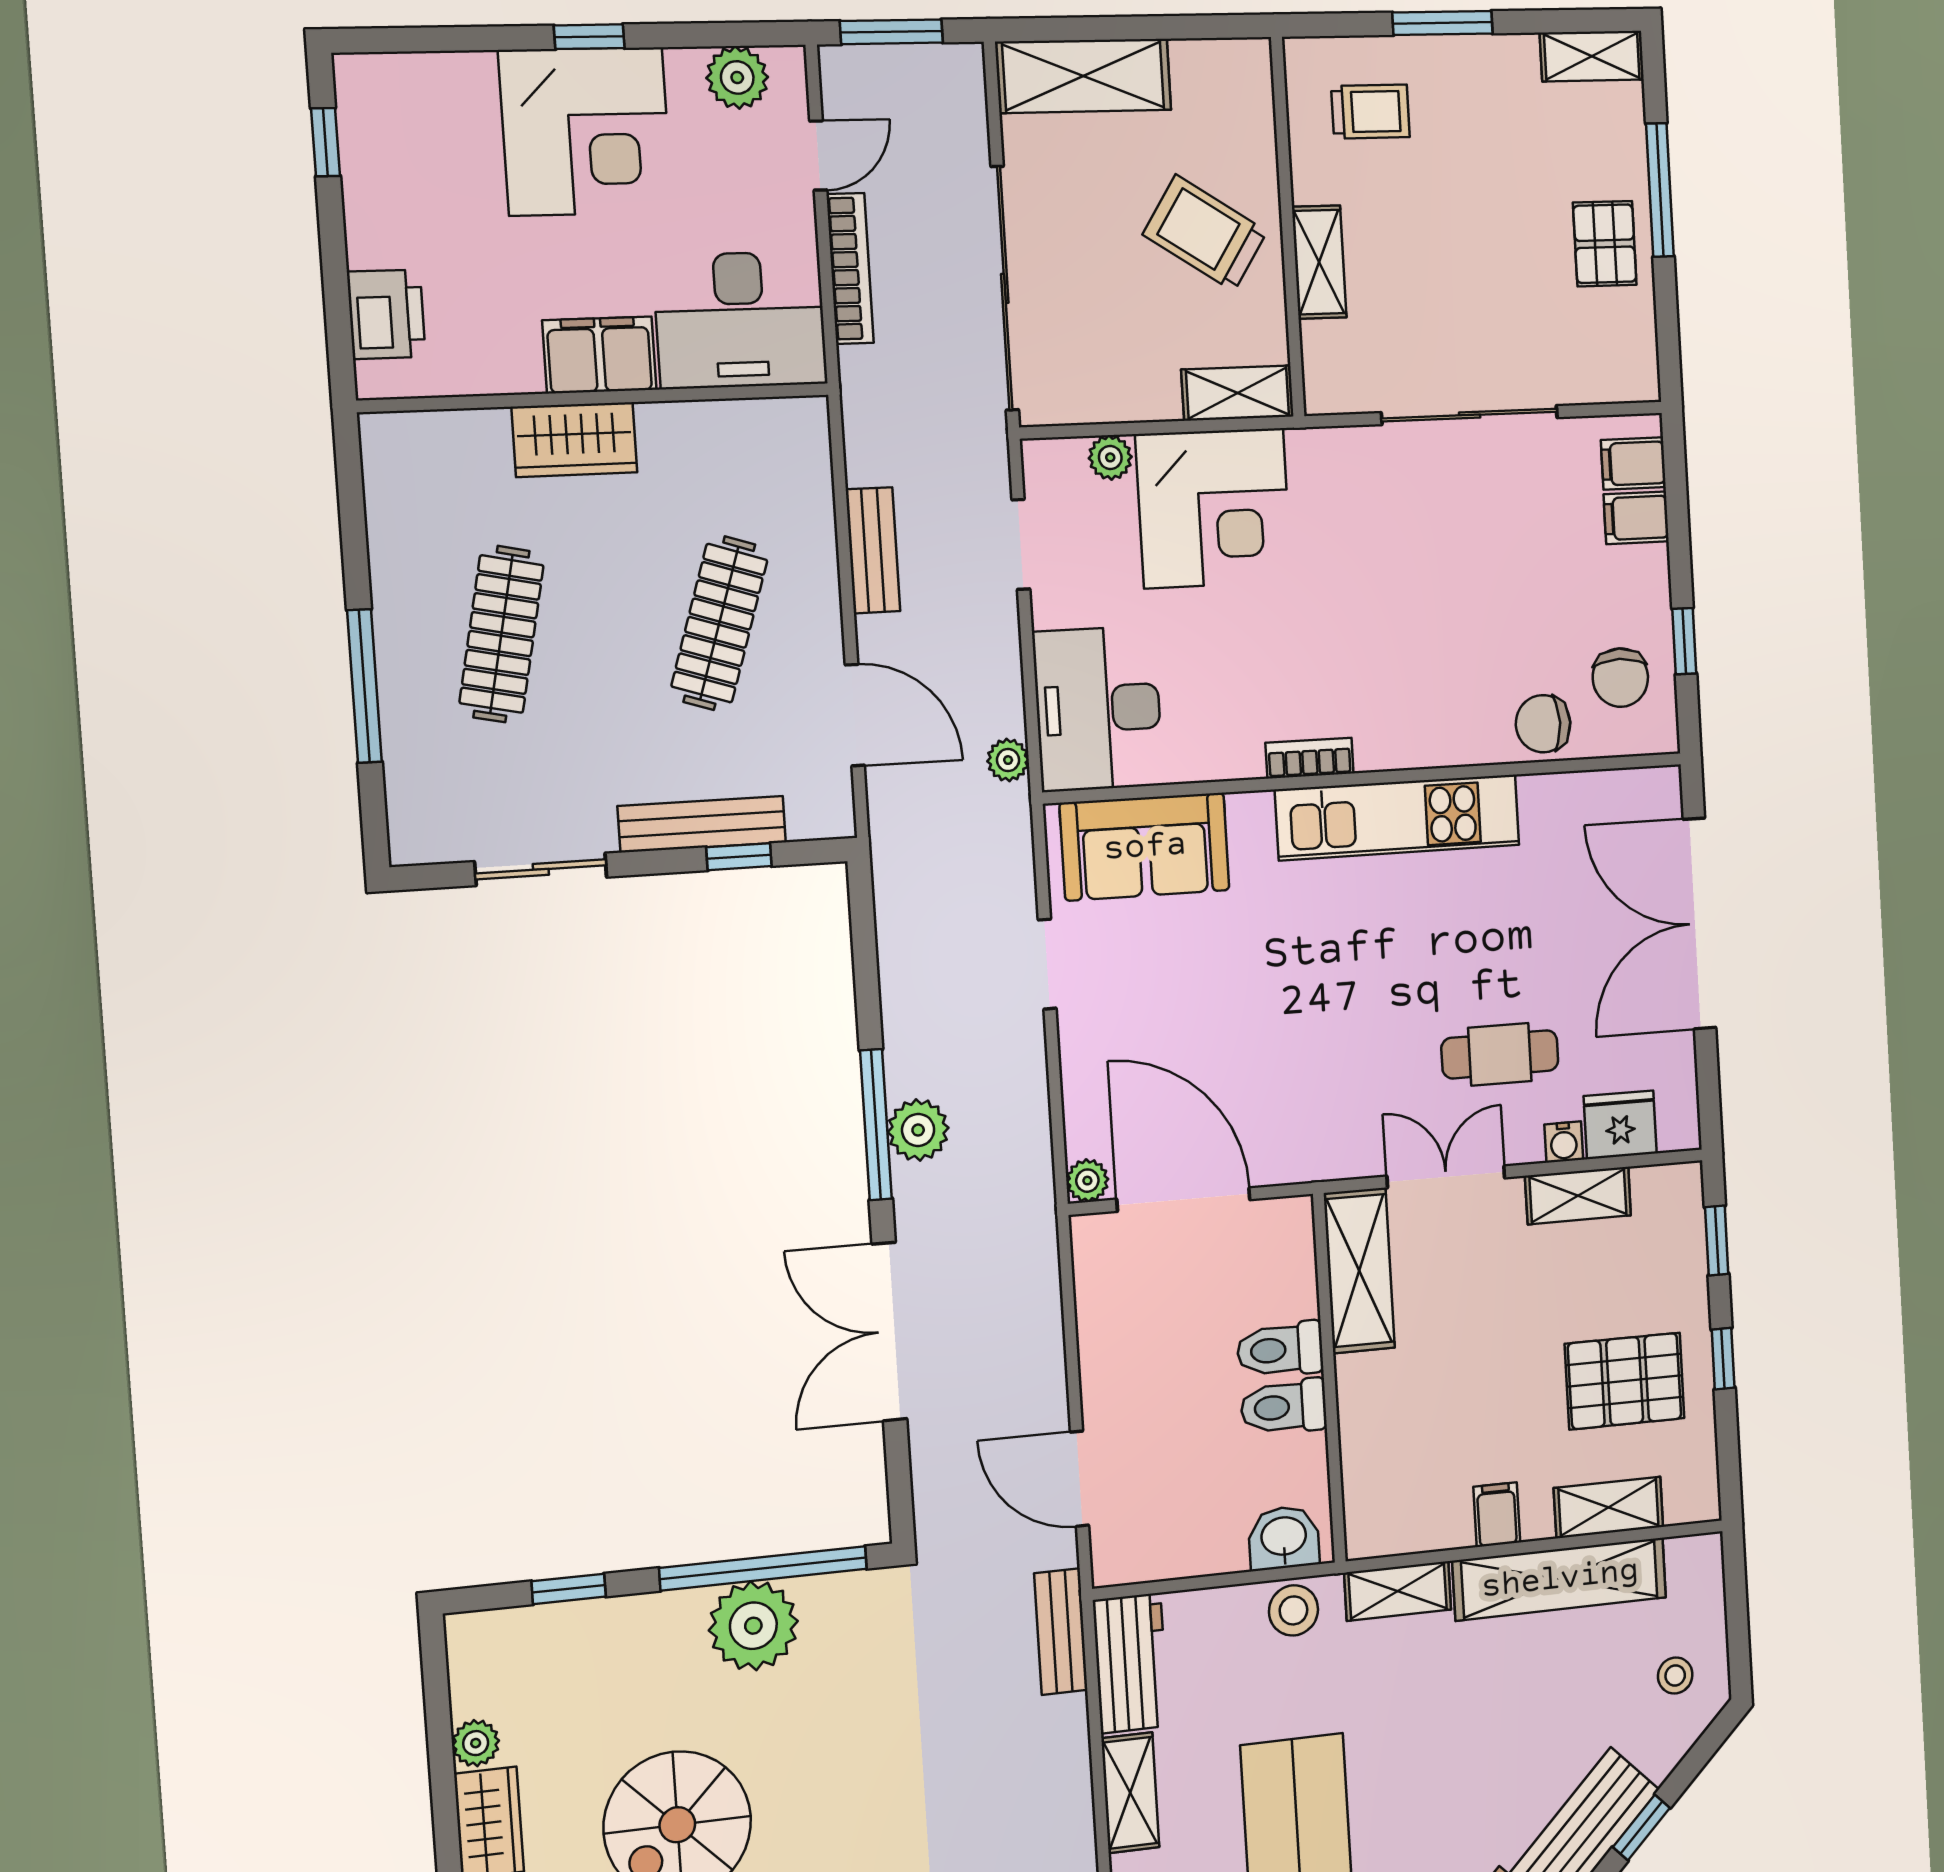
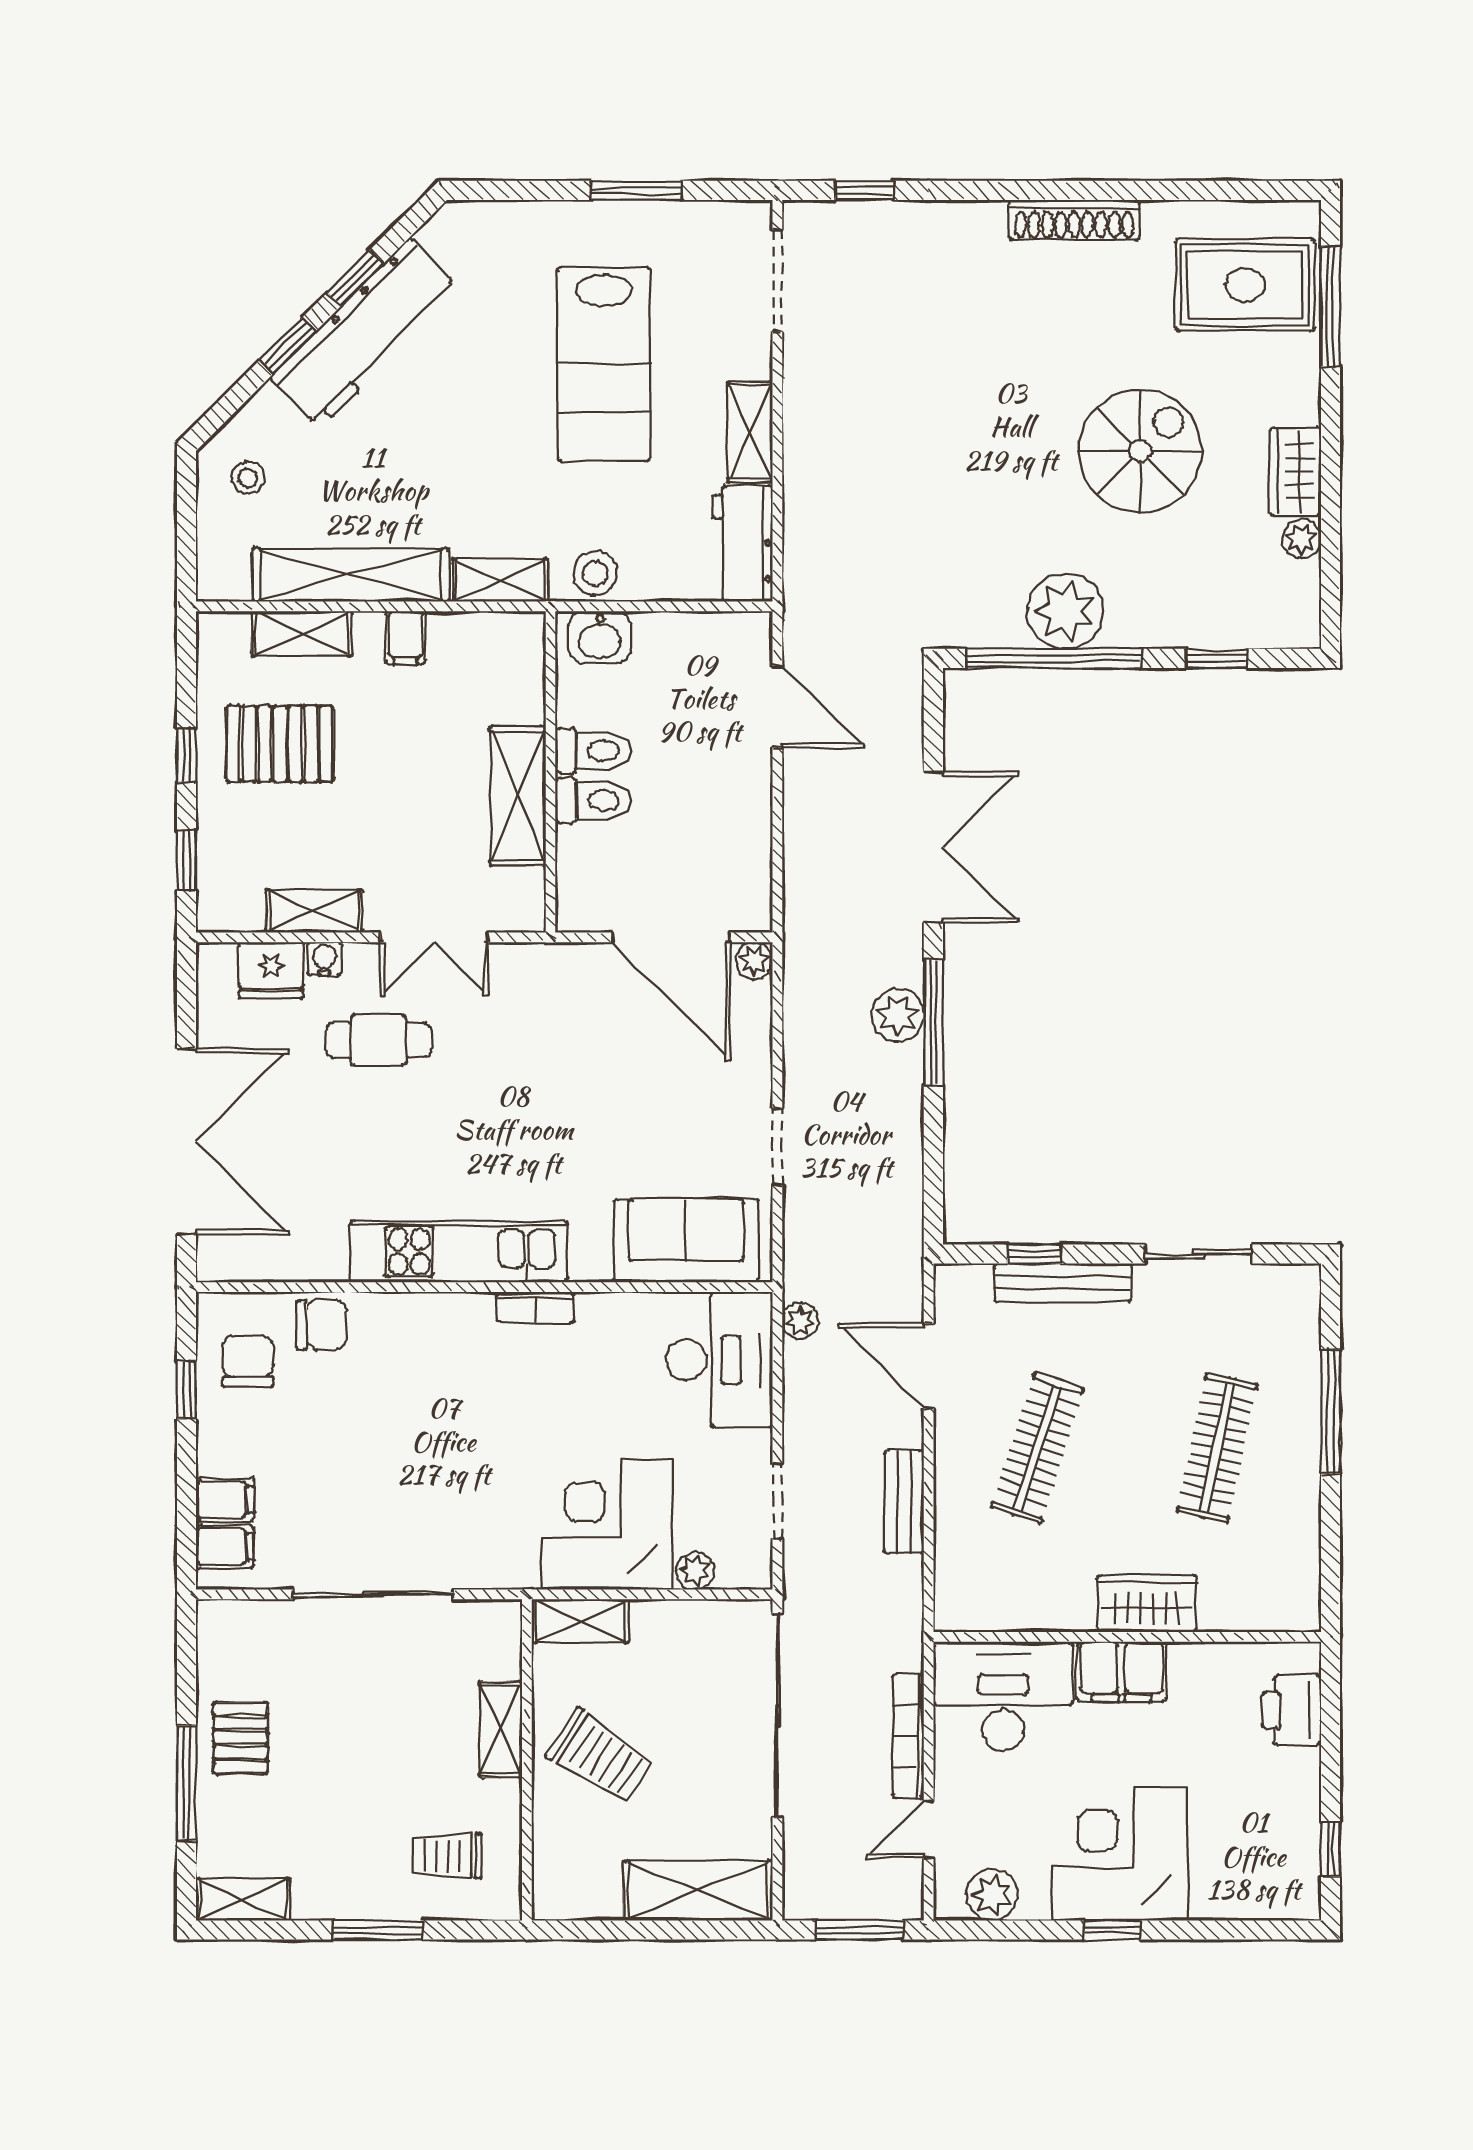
shelving: (1359, 1271) -> (518, 796), moved
bench: (1061, 1632) -> (802, 577), removed

